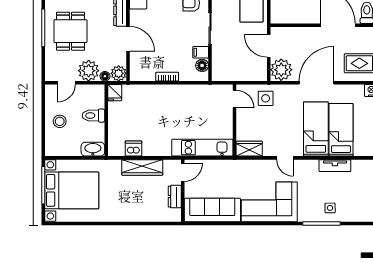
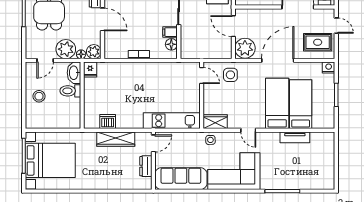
washbasin: (93, 149) -> (74, 73), moved, turned -90
side table: (330, 208) -> (210, 140), moved

